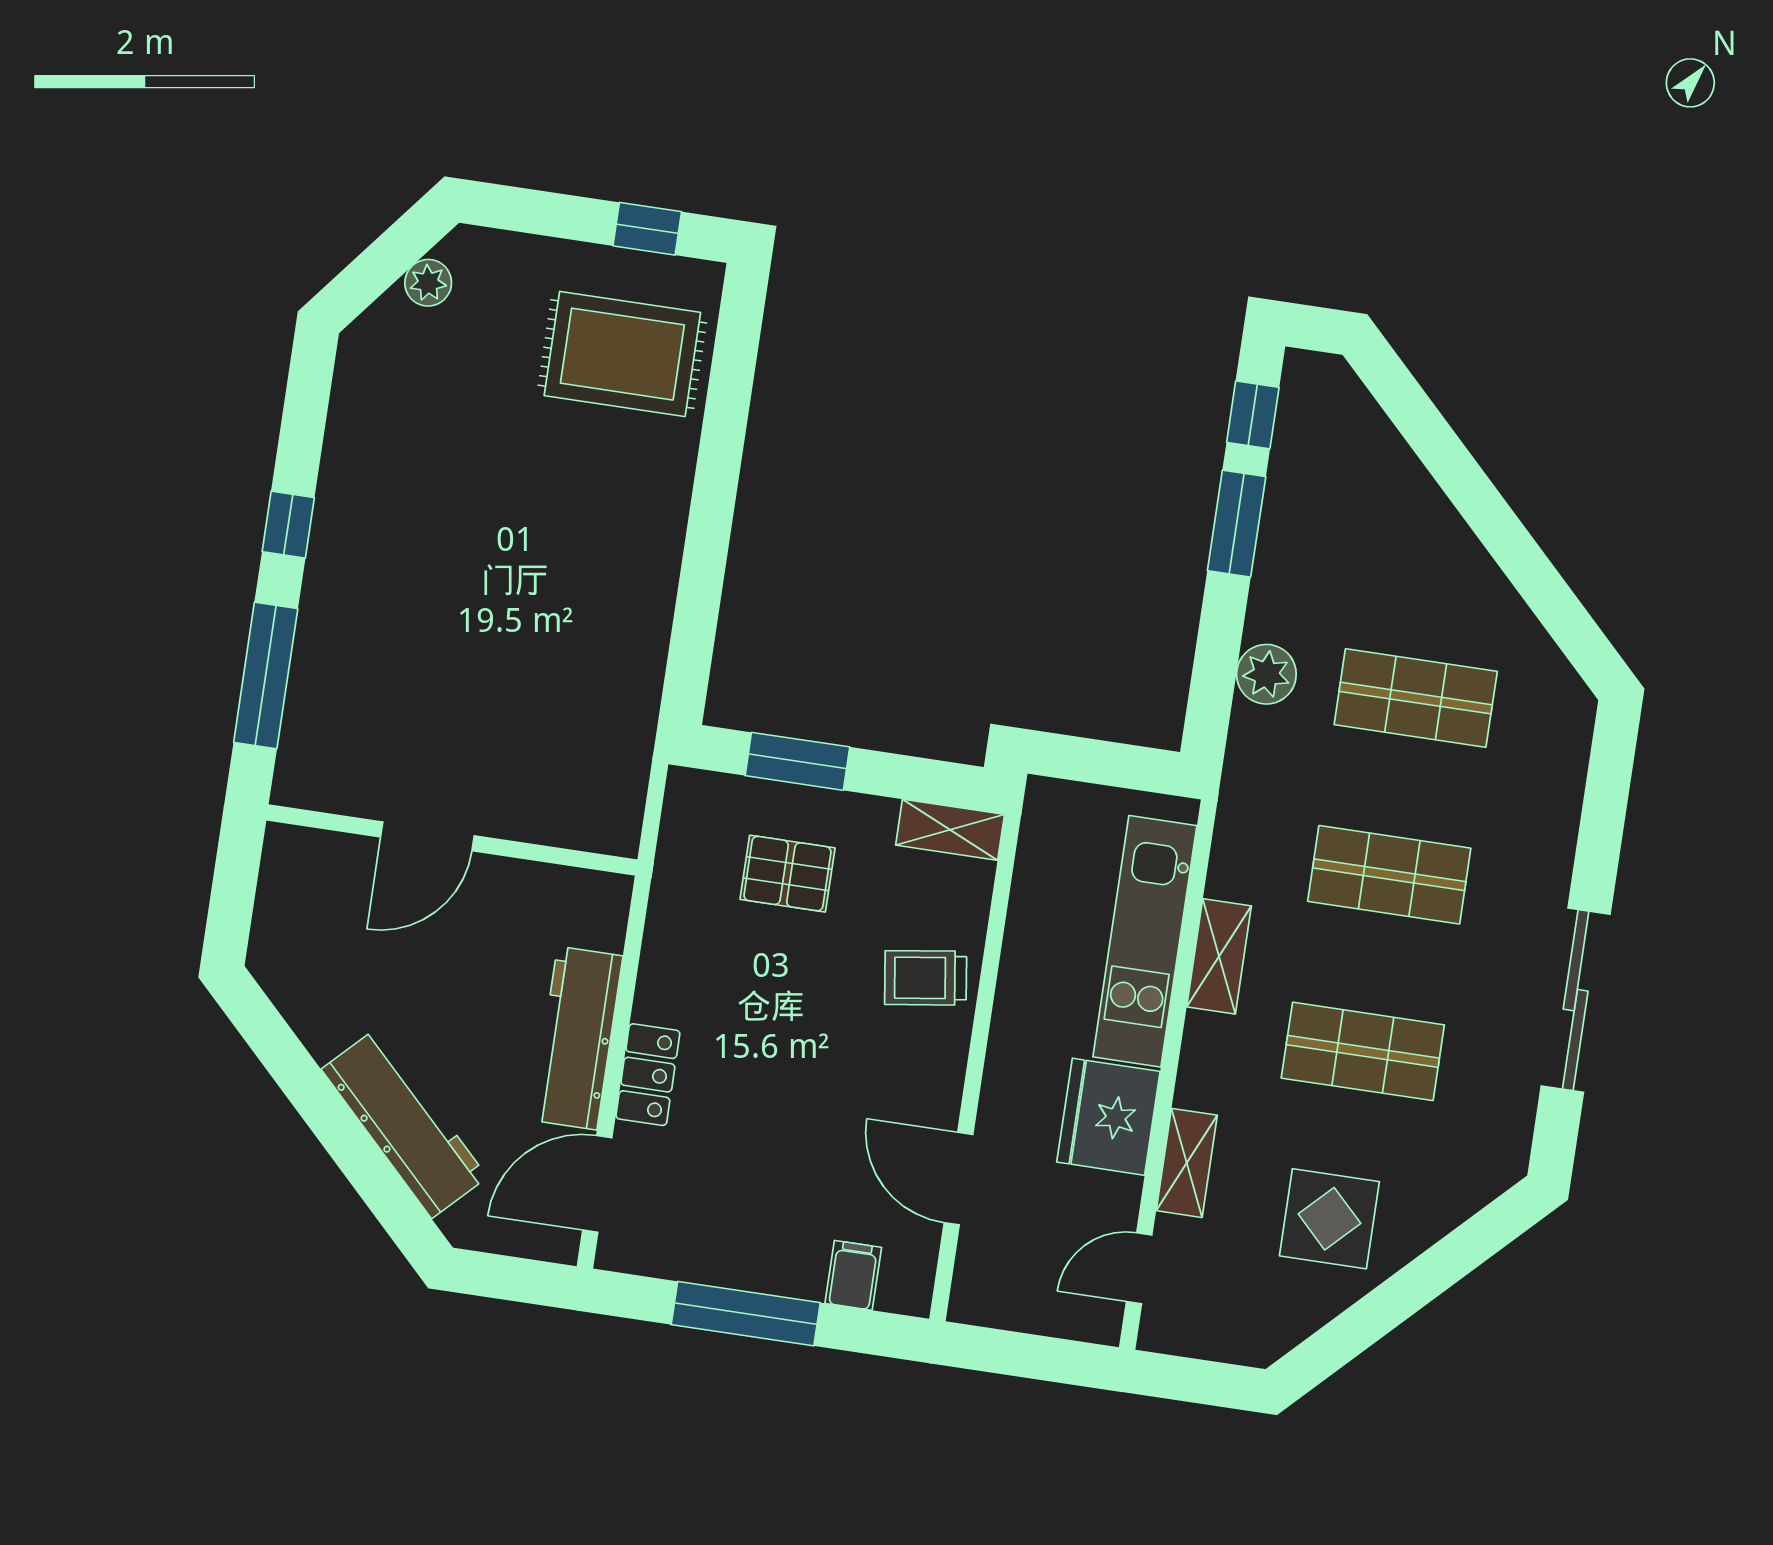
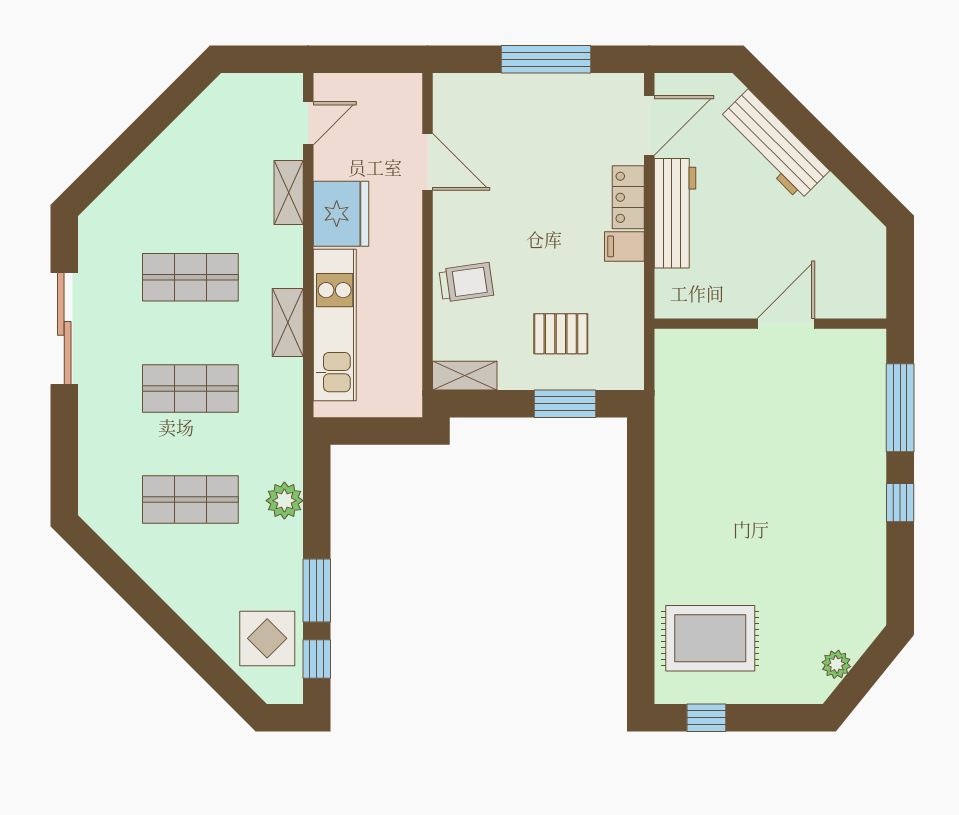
display table: (1329, 1219) -> (267, 638), moved
filing cabinet: (853, 1275) -> (624, 246), moved, turned 90

